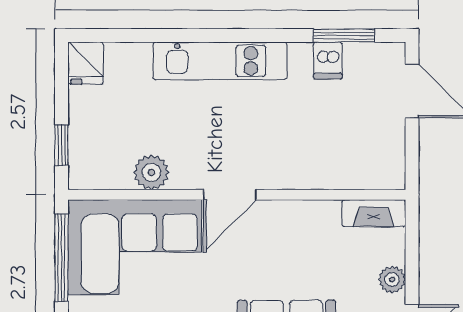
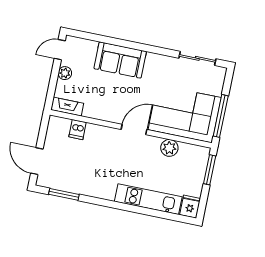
dishwasher: (328, 60) -> (78, 130), moved, turned 180
kitchen unit: (220, 61) -> (148, 199), moved
window: (61, 145) -> (210, 170), width x1.50

